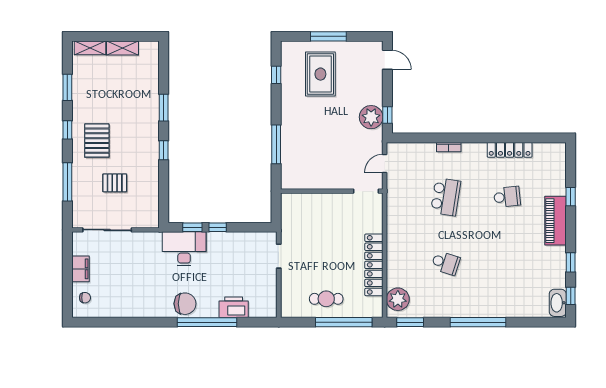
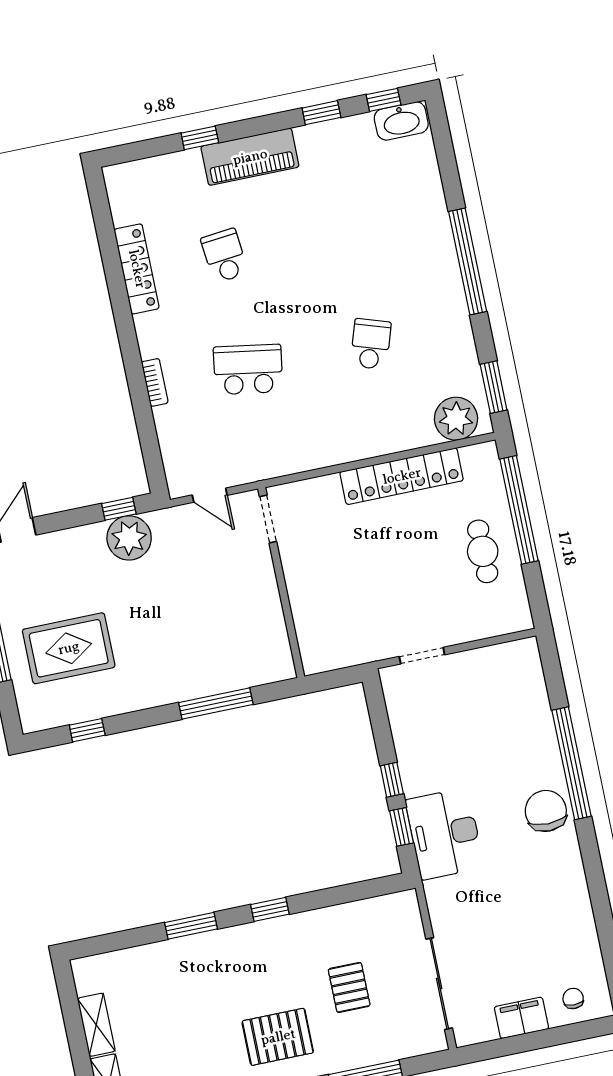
printer: (234, 307) -> (534, 720), removed

